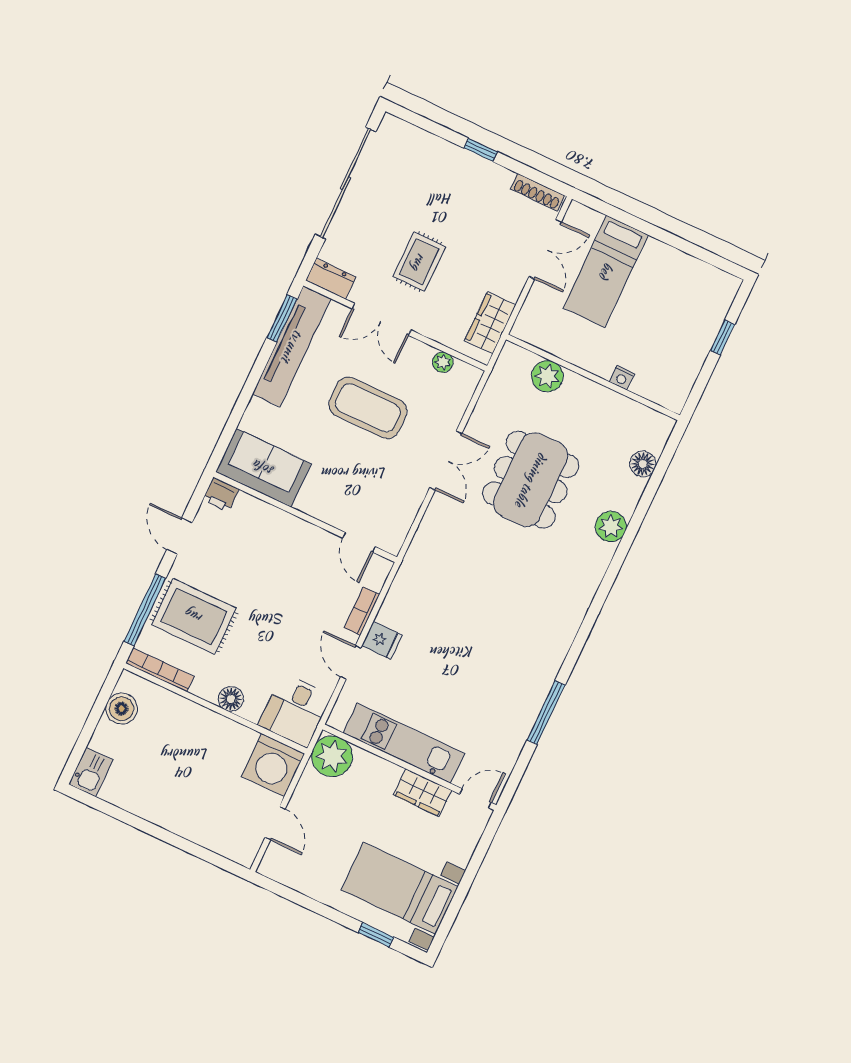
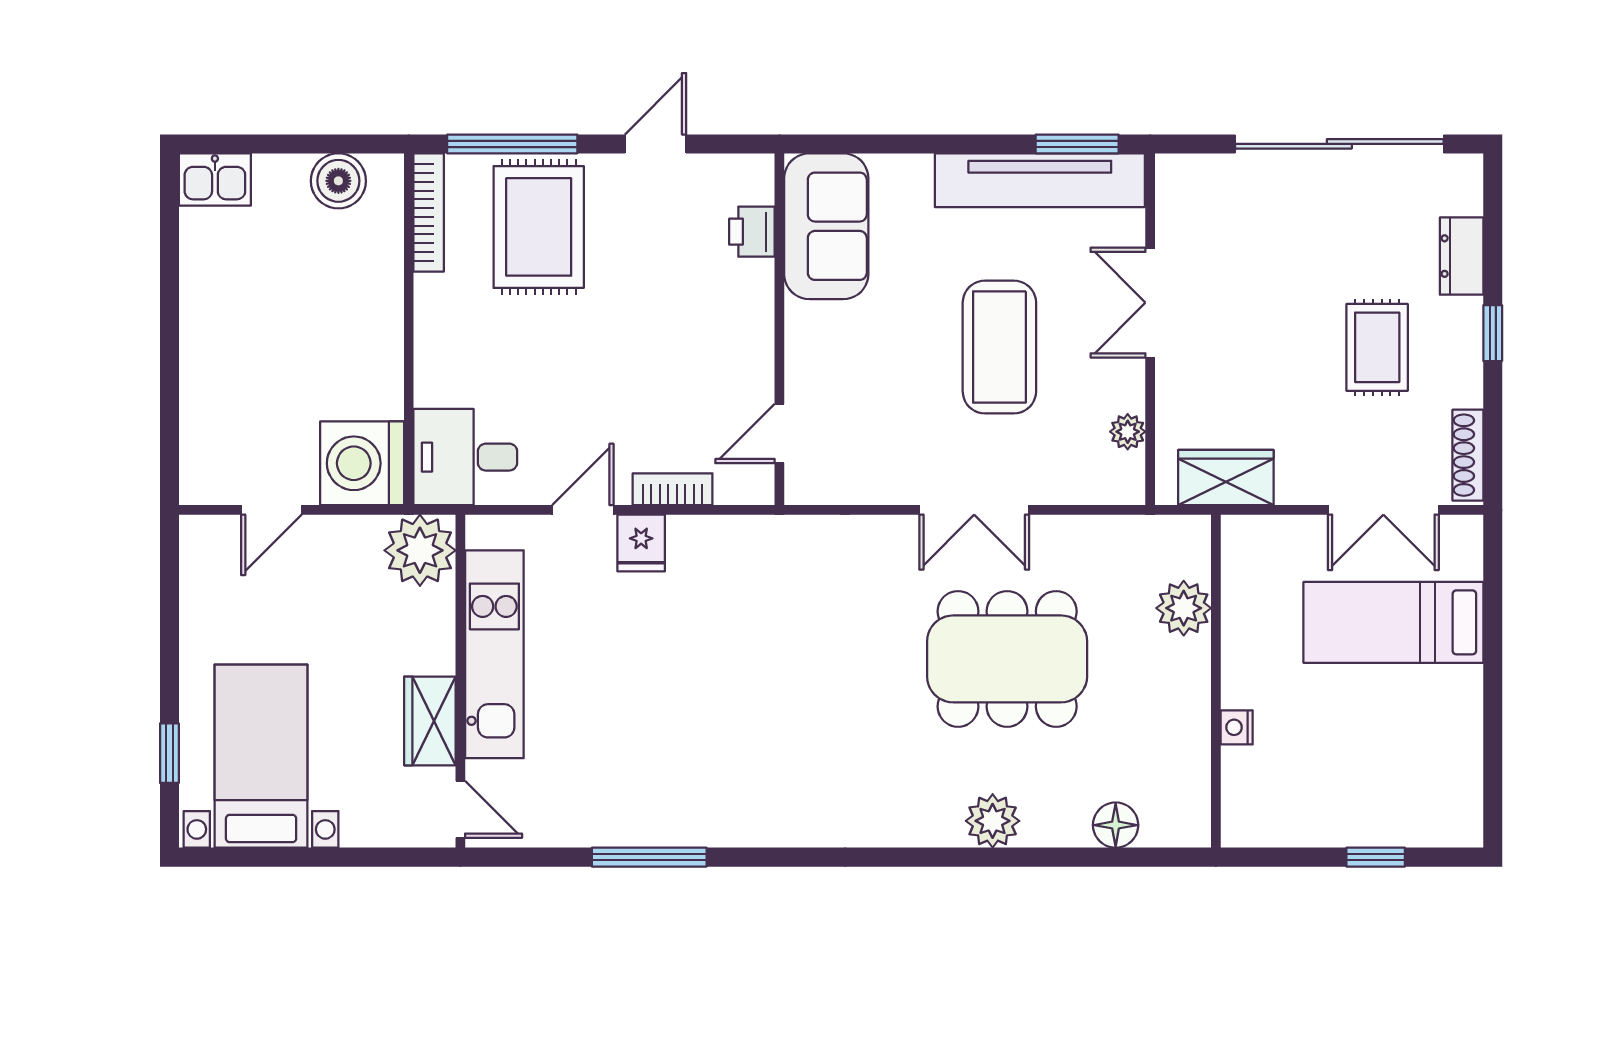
rug: (419, 262) -> (1377, 347), moved, turned 90
dresser: (331, 279) -> (1462, 256), moved, turned 180
printer: (221, 495) -> (752, 232), moved
floor lamp: (231, 699) -> (435, 347), removed

